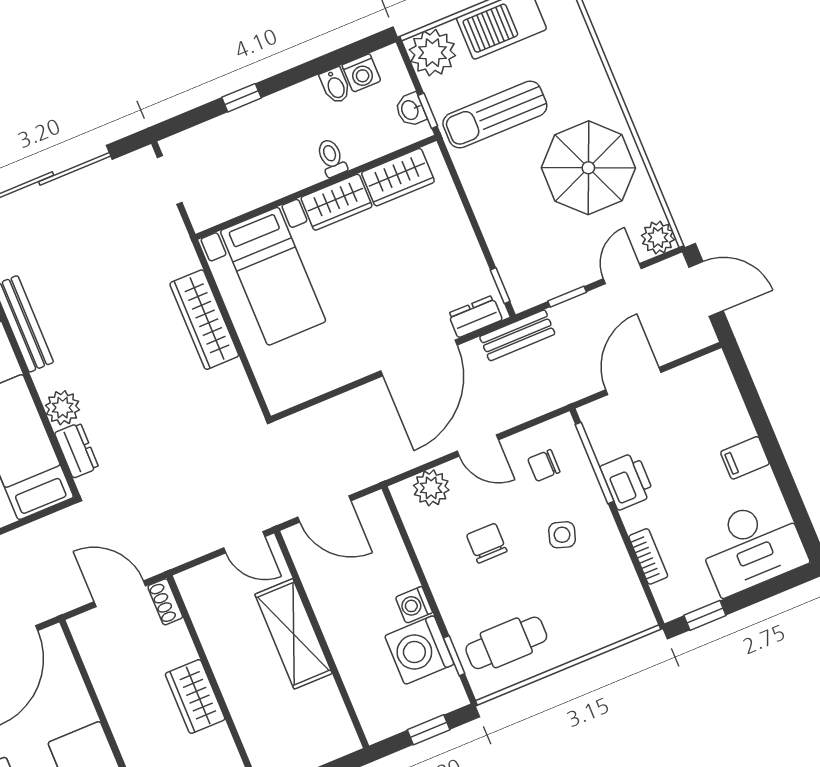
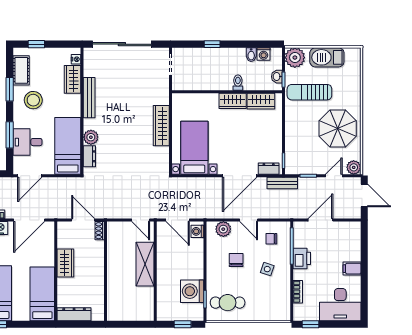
bed with nightstands: (273, 276) -> (194, 148), moved, turned 180
washing machine: (414, 605) -> (197, 231), moved
wardrobe: (195, 697) -> (65, 263), moved, turned 180

